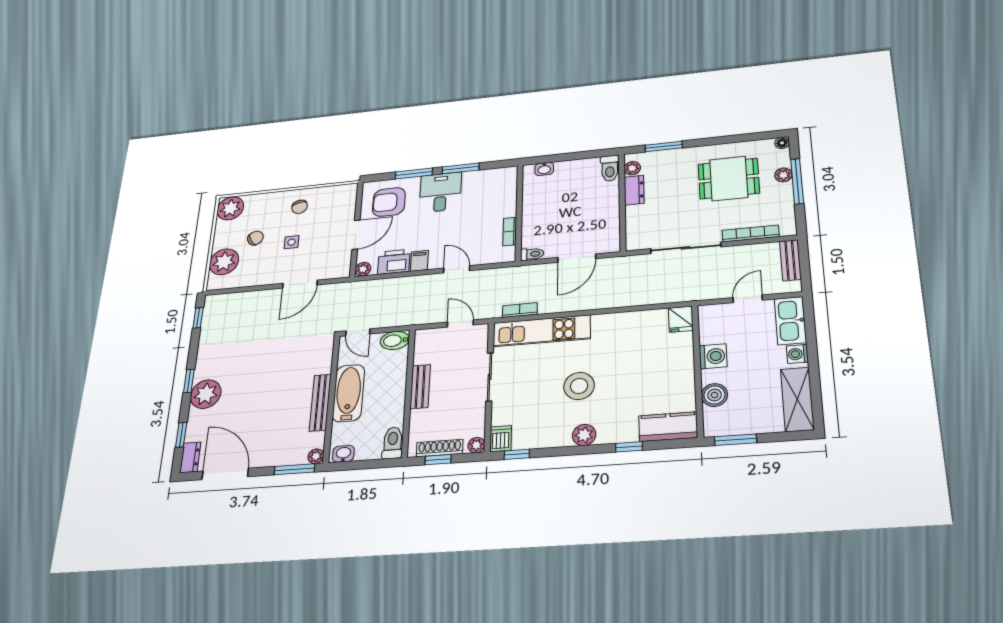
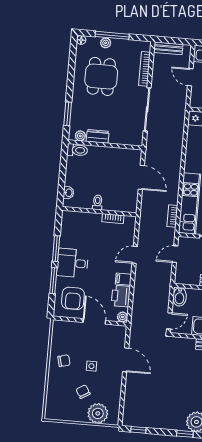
plant: (230, 208) -> (55, 410), removed
toilet: (532, 254) -> (98, 202), moved

